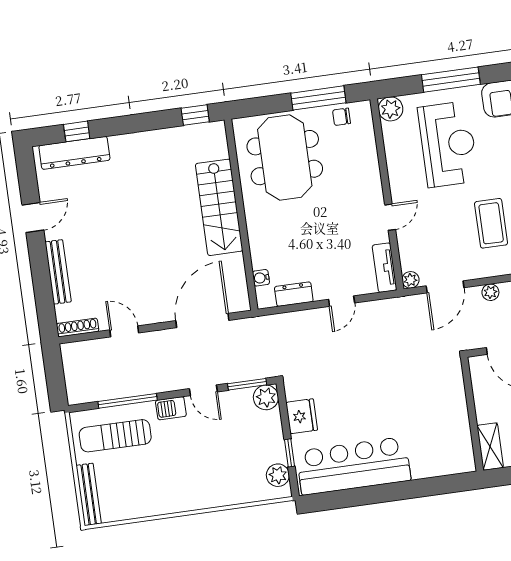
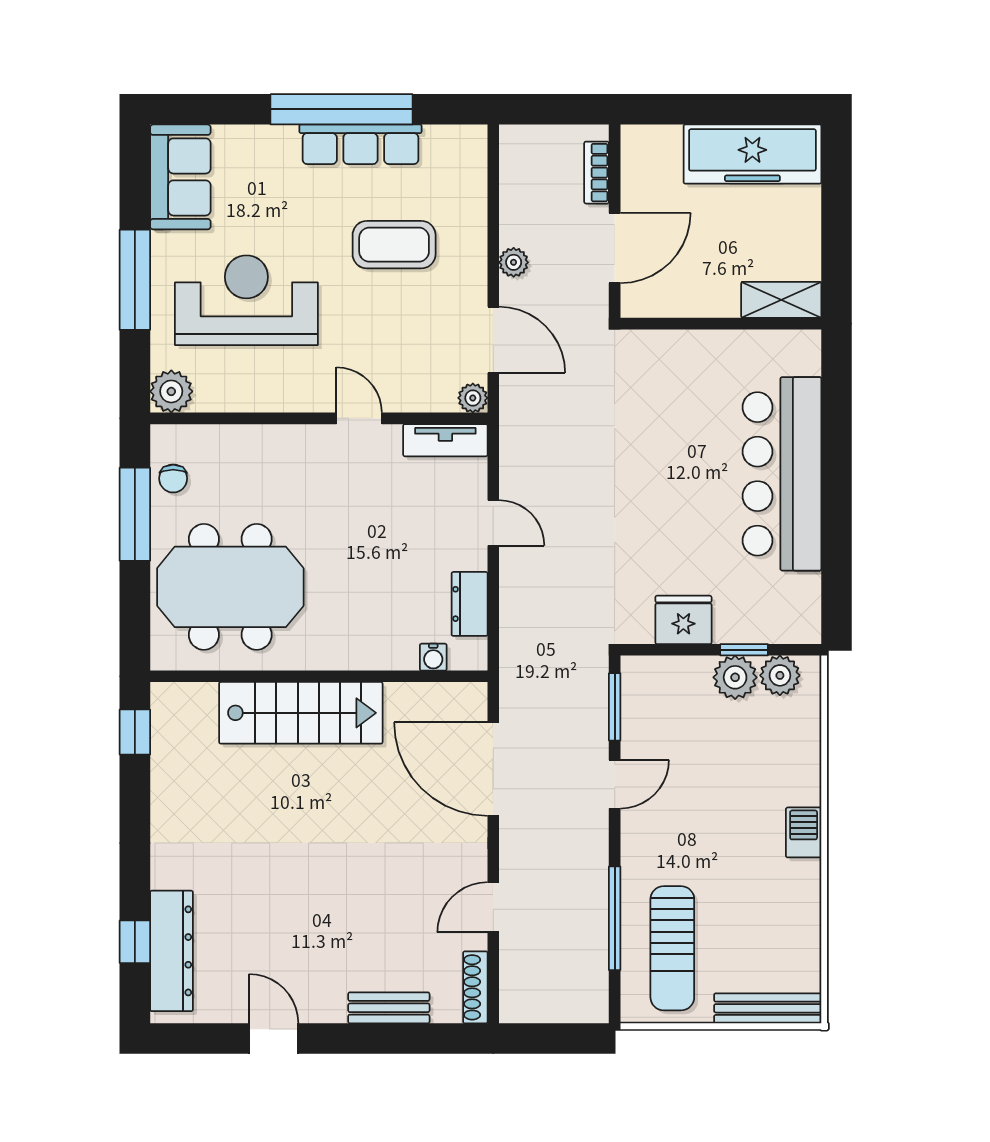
bench: (58, 272) -> (389, 1008), width x0.73
plant: (266, 397) -> (735, 677), moved
barbecue: (171, 408) -> (804, 832), moved, turned 180
bar counter: (353, 466) -> (782, 474), moved

